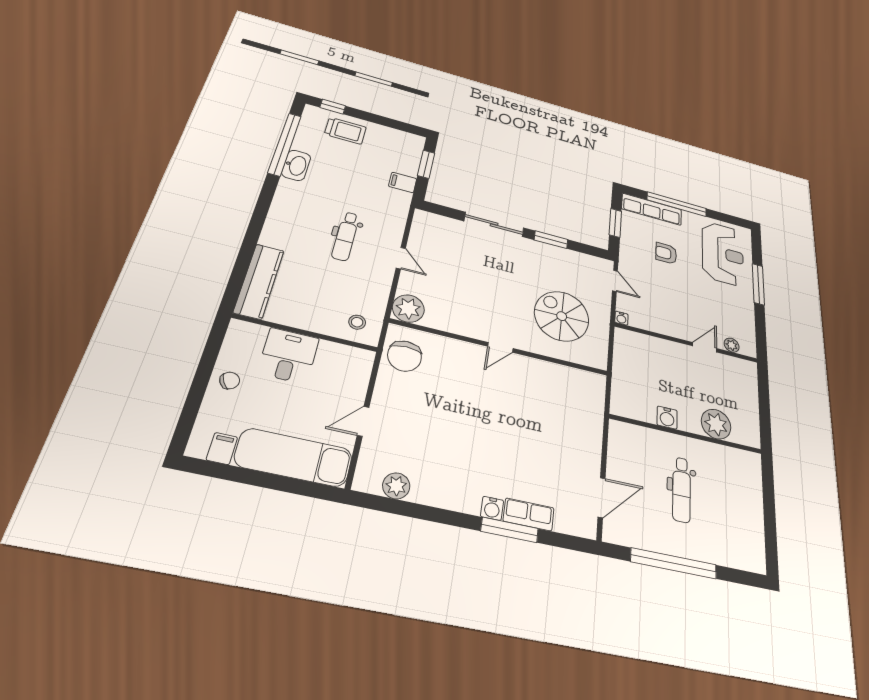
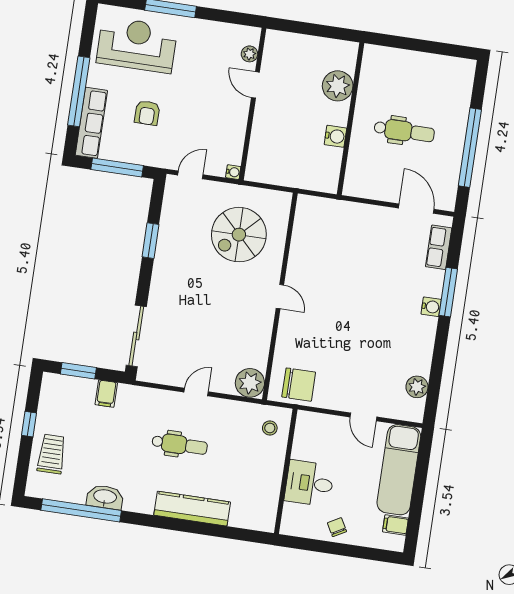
window: (333, 107) -> (29, 424), moved
window: (615, 223) -> (117, 168), width x1.44
sliding door: (494, 224) -> (136, 336), moved
kitchen counter: (259, 281) -> (192, 509), moved
row of seats: (529, 514) -> (439, 247), moved

